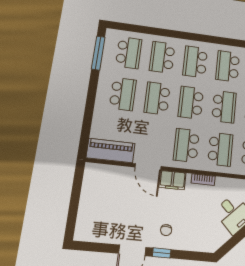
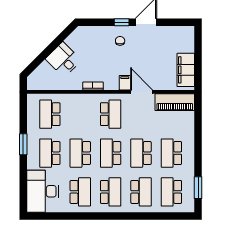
window: (98, 53) -> (198, 188), width x0.69
school desk: (157, 98) -> (141, 153), turned 180
school desk: (191, 103) -> (111, 153), turned 180
school desk: (220, 149) -> (80, 114), removed
filing cabinet: (172, 180) -> (125, 83), width x0.50
filing cabinet: (92, 187) -> (186, 70), added

